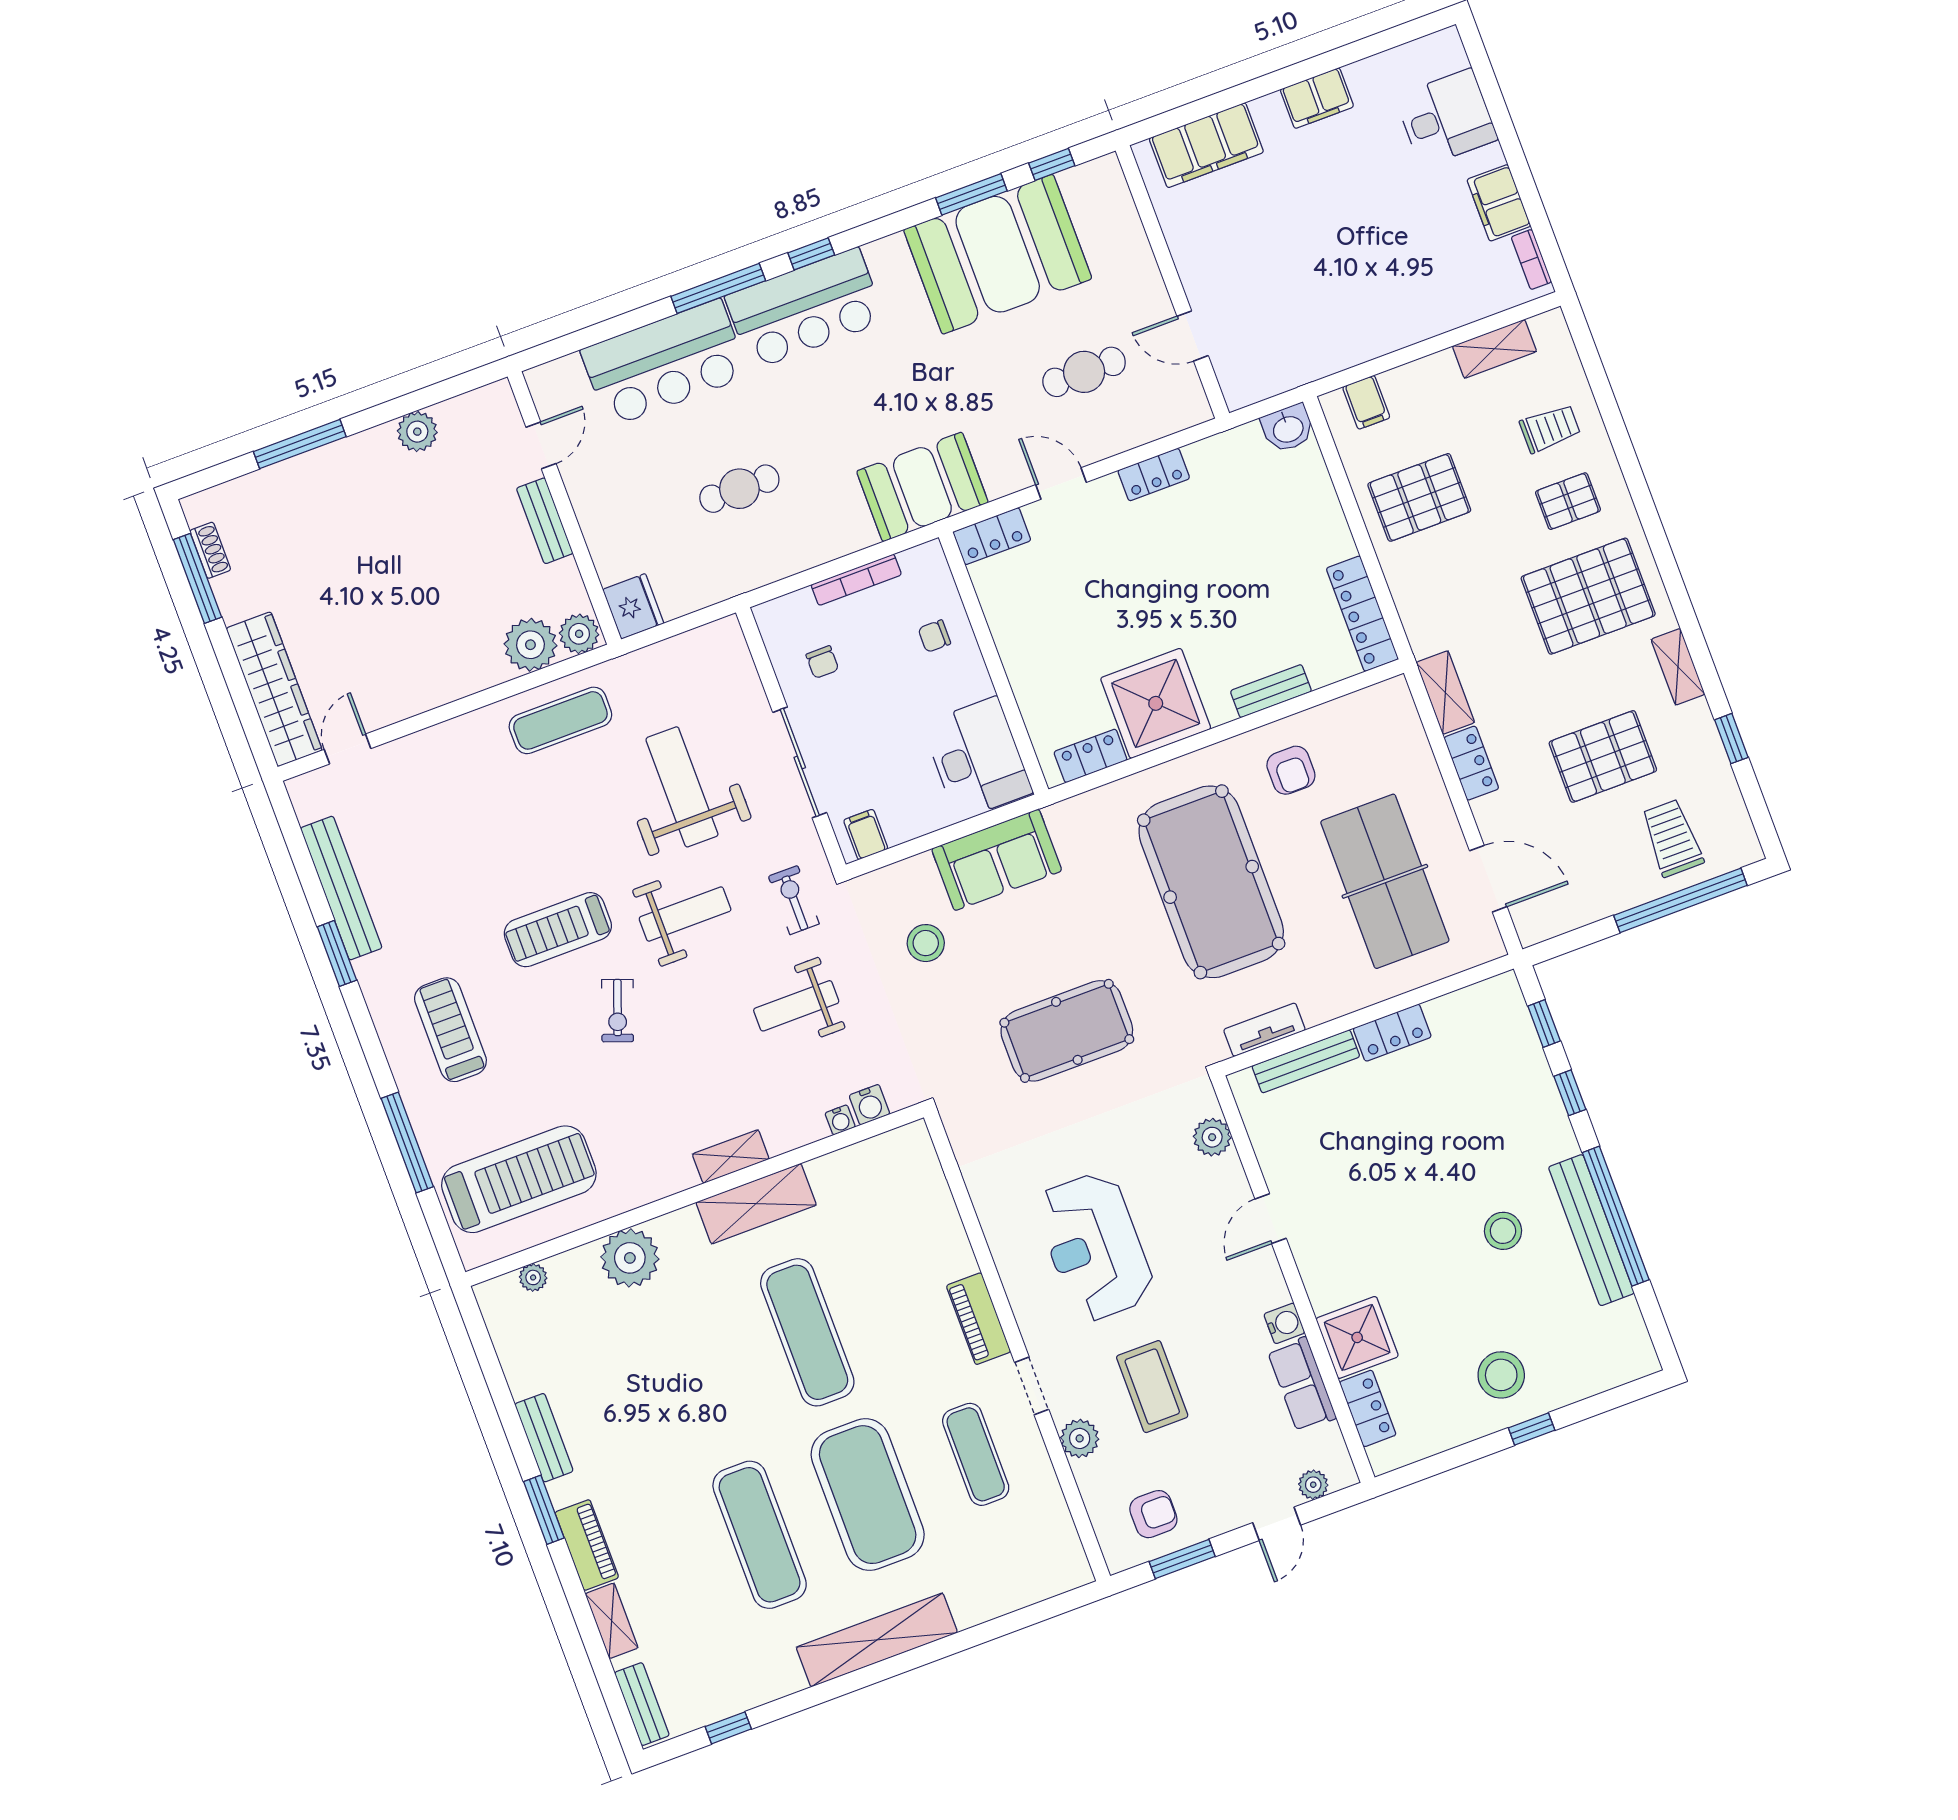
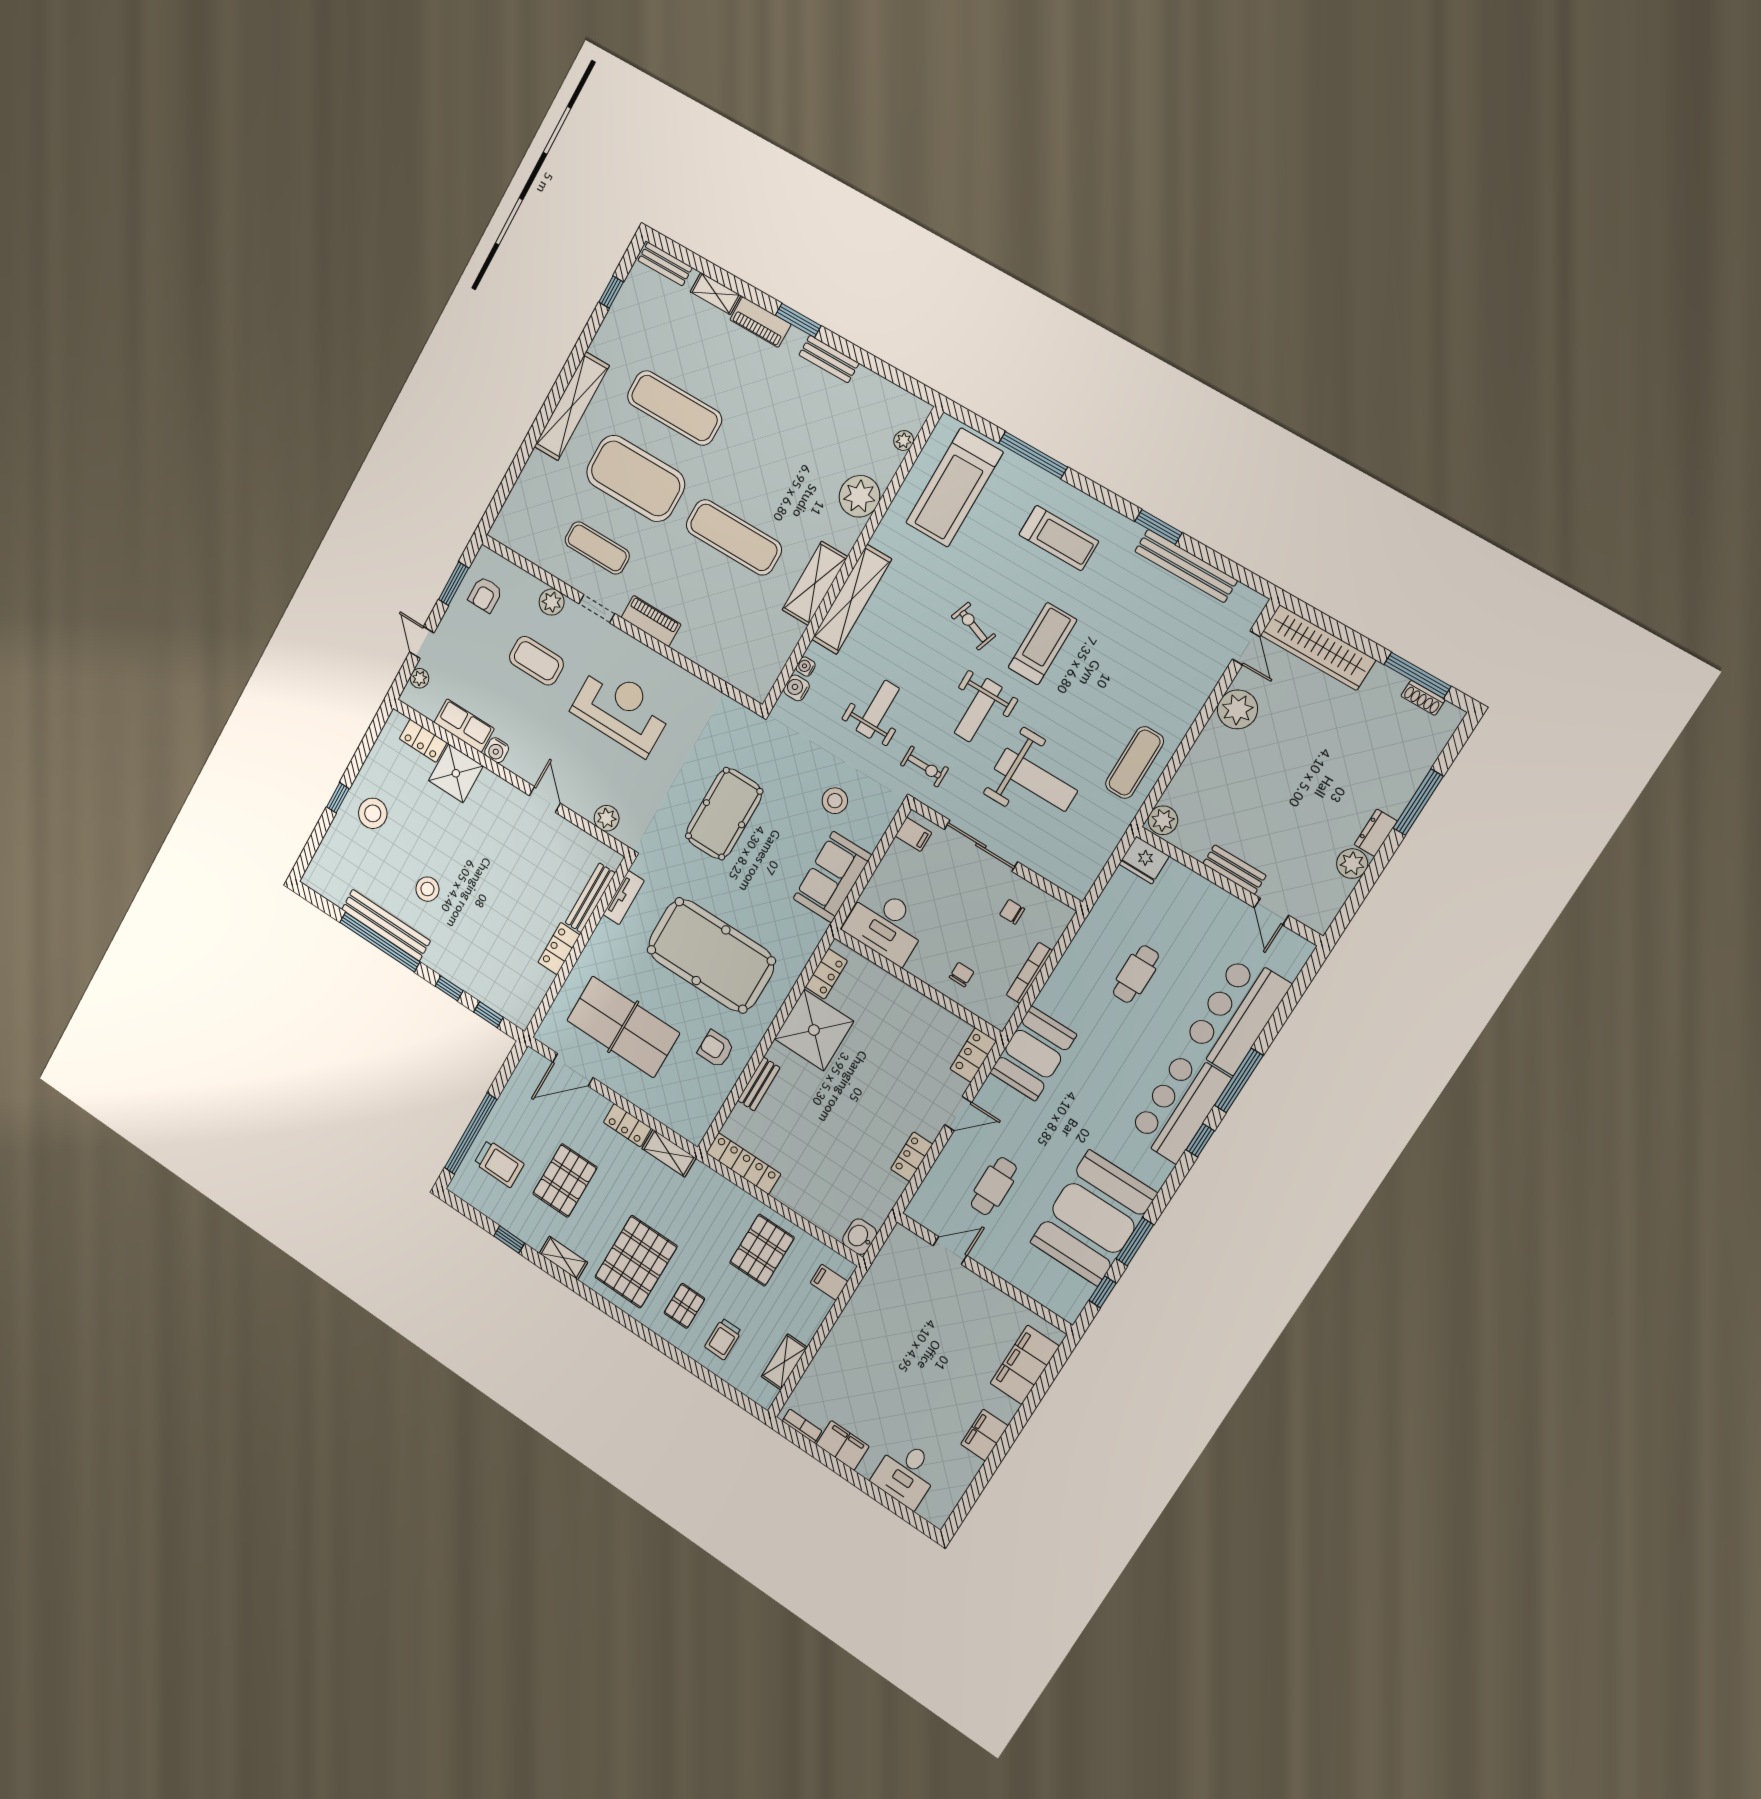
dresser: (368, 445) -> (1376, 833), added
plant: (530, 645) -> (1238, 709), moved
shelving: (731, 1157) -> (852, 599), width x2.20, depth x1.33

